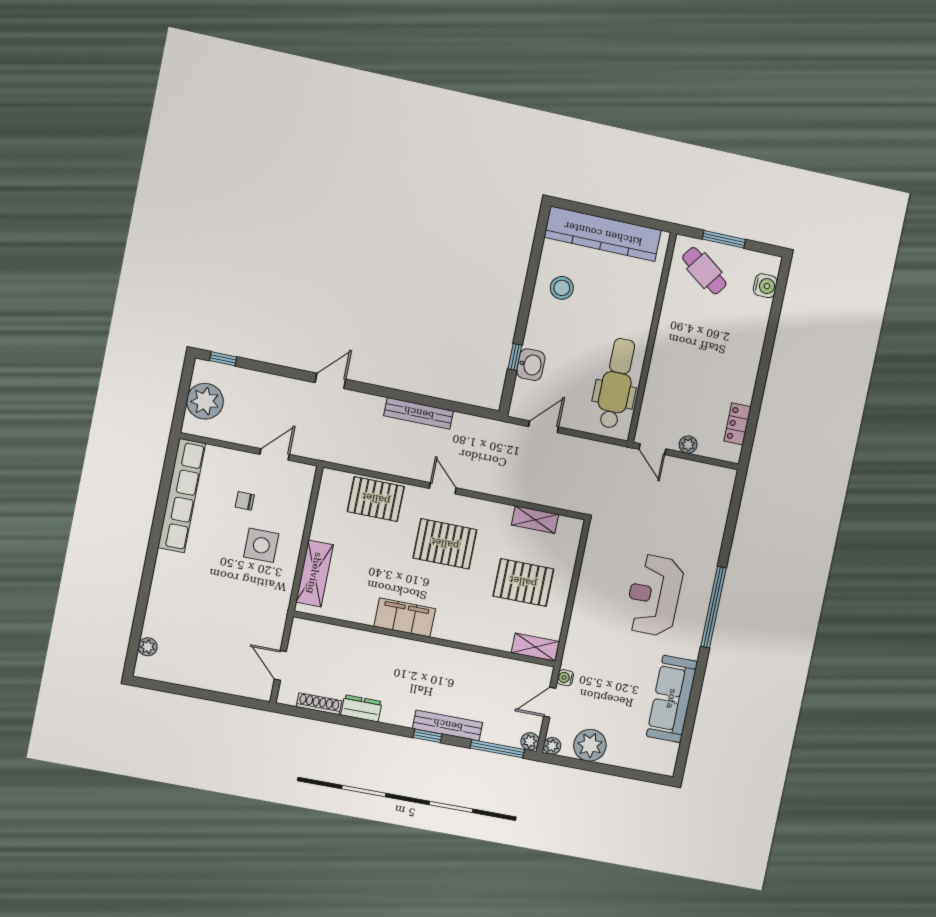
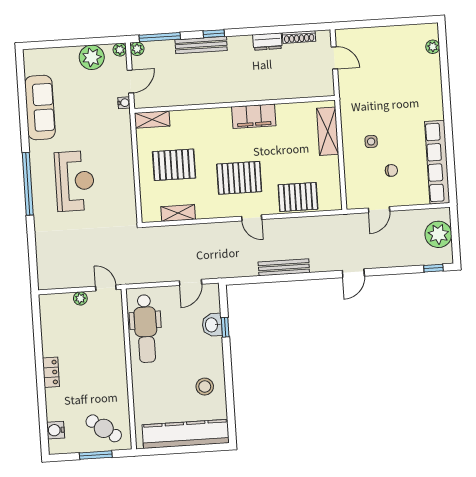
locker: (737, 424) -> (51, 372), moved
side table: (261, 545) -> (371, 142), width x0.54, depth x0.54

